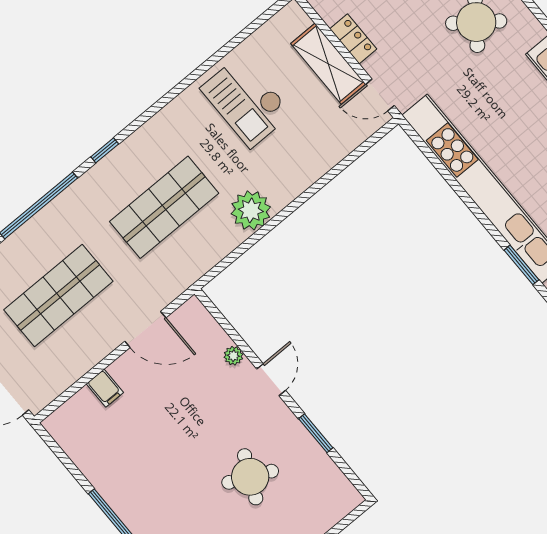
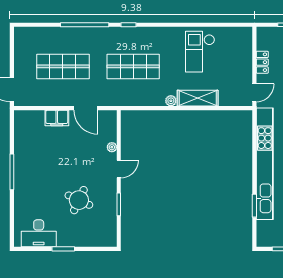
shelving: (328, 64) -> (198, 98), moved, turned 90
door: (380, 95) -> (254, 93), swing flipped
plant: (251, 210) -> (171, 101), width x0.53, depth x0.53
filing cabinet: (105, 388) -> (57, 118), width x2.00

